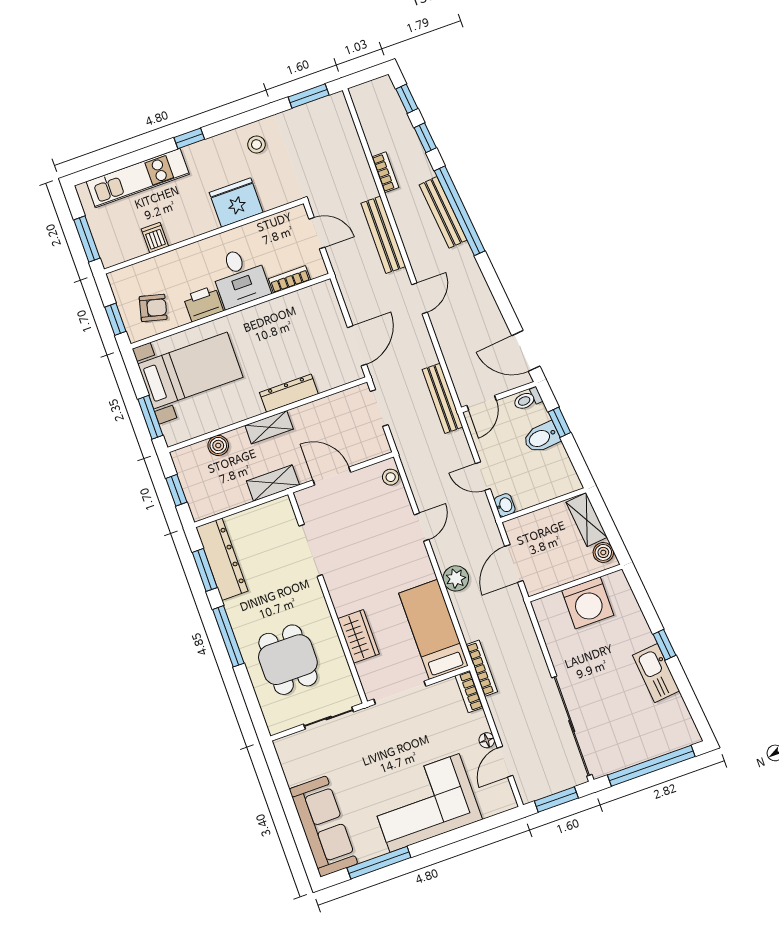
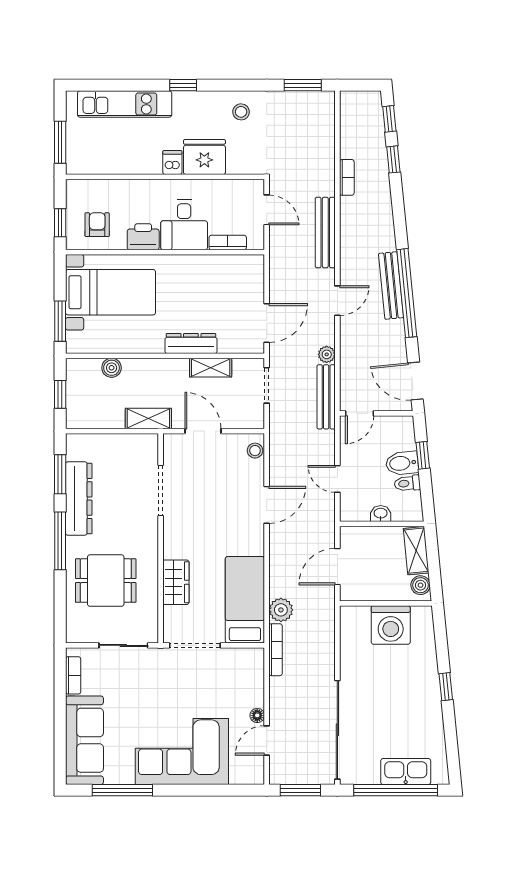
window: (460, 211) -> (407, 293), moved
bench: (443, 212) -> (391, 285), moved
dishwasher: (155, 238) -> (172, 163), moved
armchair: (153, 308) -> (97, 225), turned -104
plant: (428, 356) -> (327, 354), added
toilet: (527, 399) -> (407, 483), moved
shelving: (269, 427) -> (211, 368), moved
washbasin: (505, 505) -> (381, 514), moved, turned -90
door: (422, 527) -> (267, 505), width x1.37
dresser: (222, 559) -> (79, 499), moved
plant: (456, 578) -> (281, 610), moved
dining table: (288, 660) -> (106, 581), turned 90
kitchen sink: (656, 673) -> (406, 772), moved, turned 96
bookcase: (469, 692) -> (73, 675), moved, turned 180

